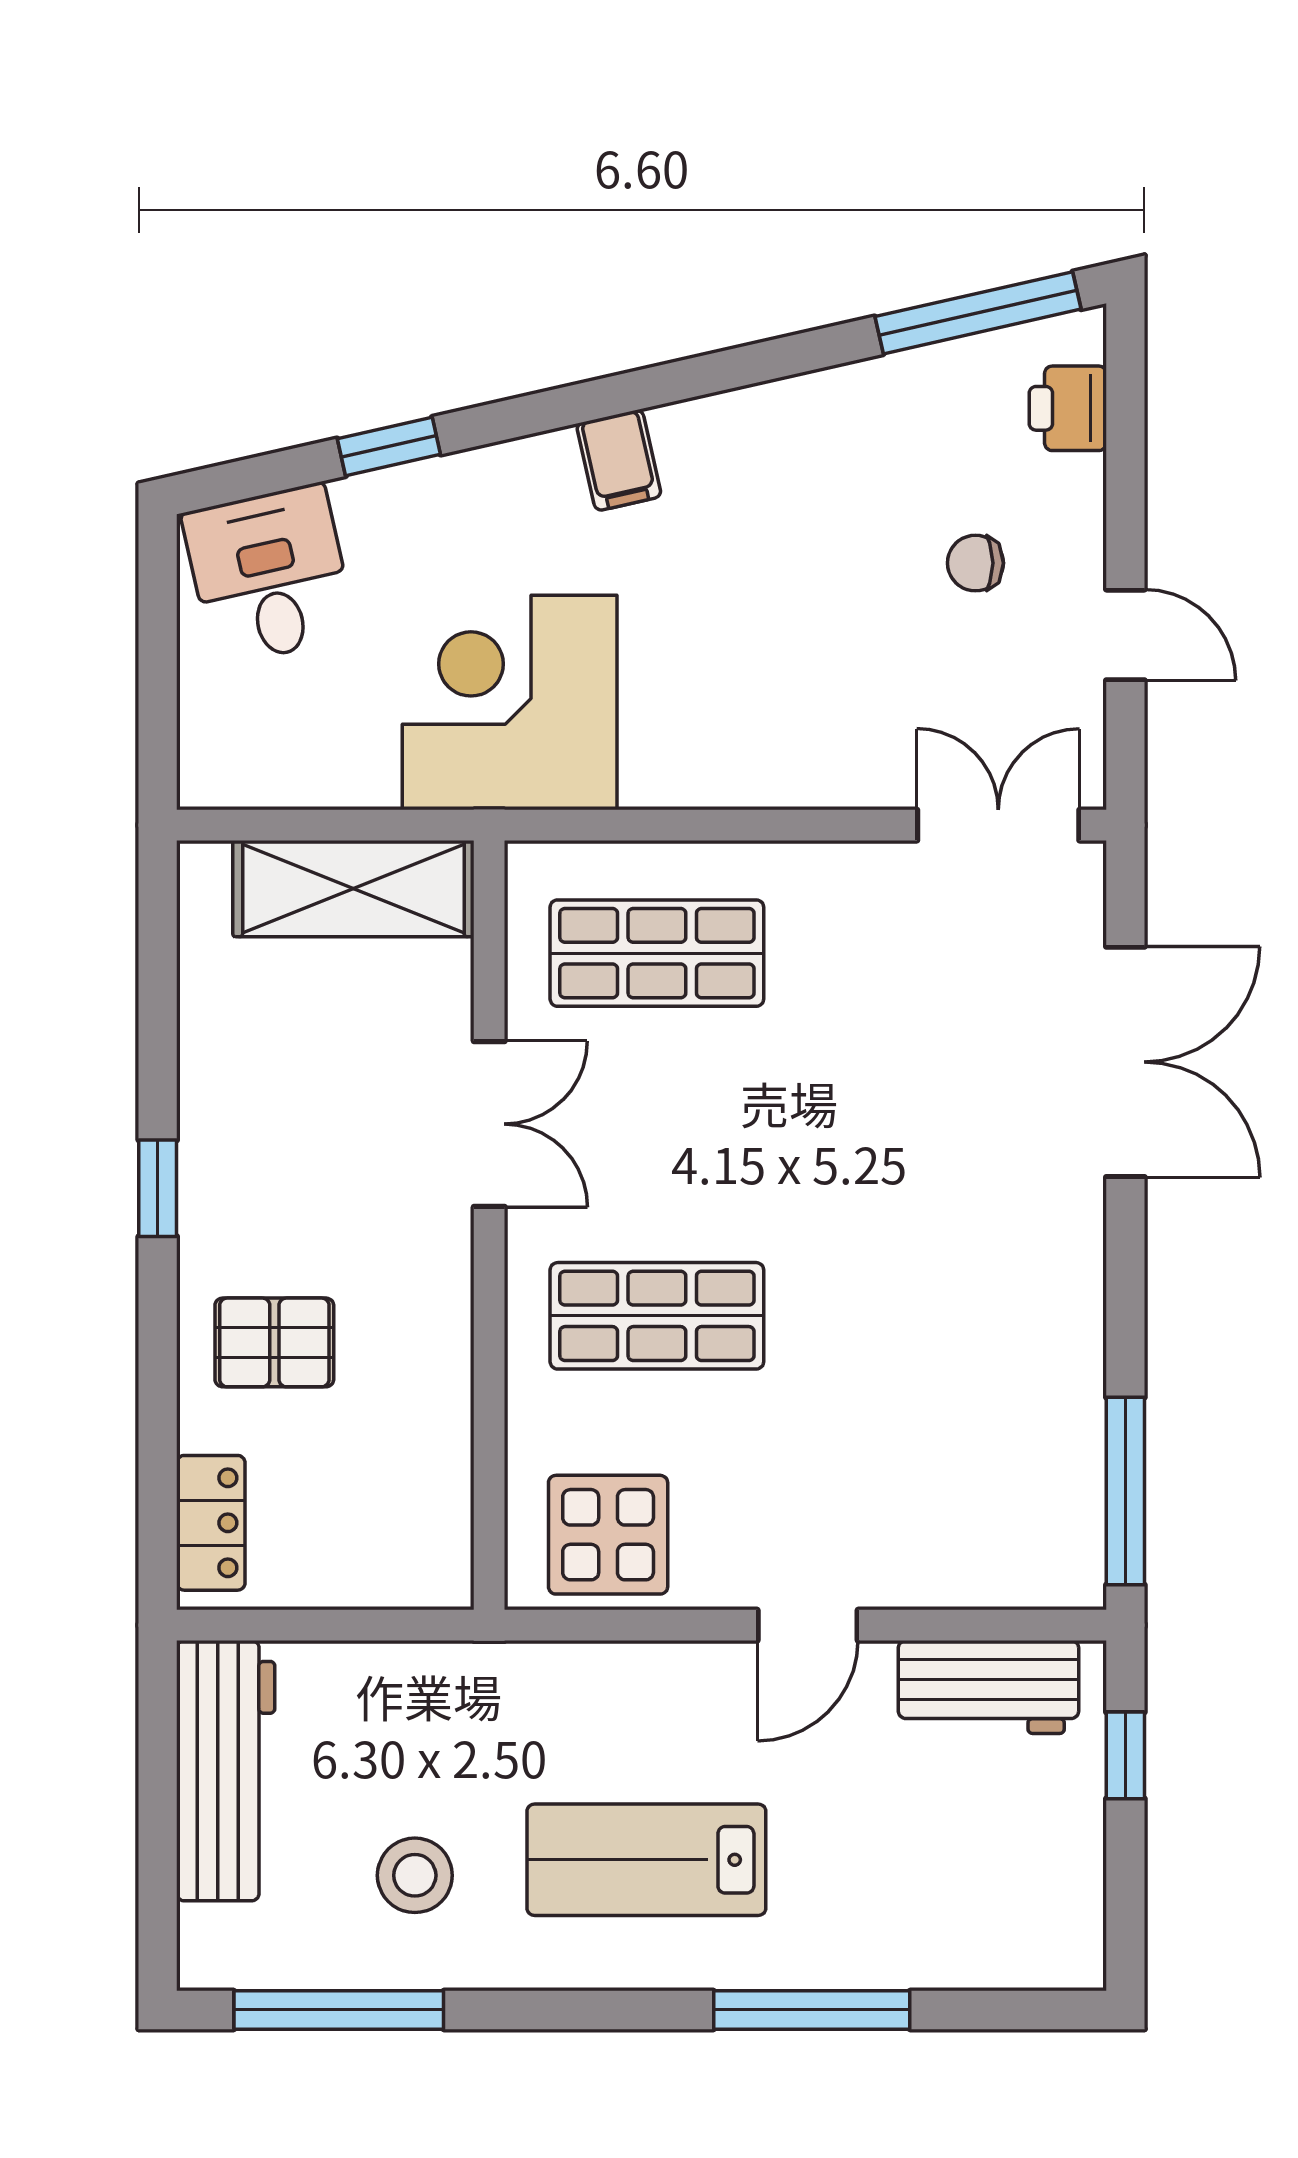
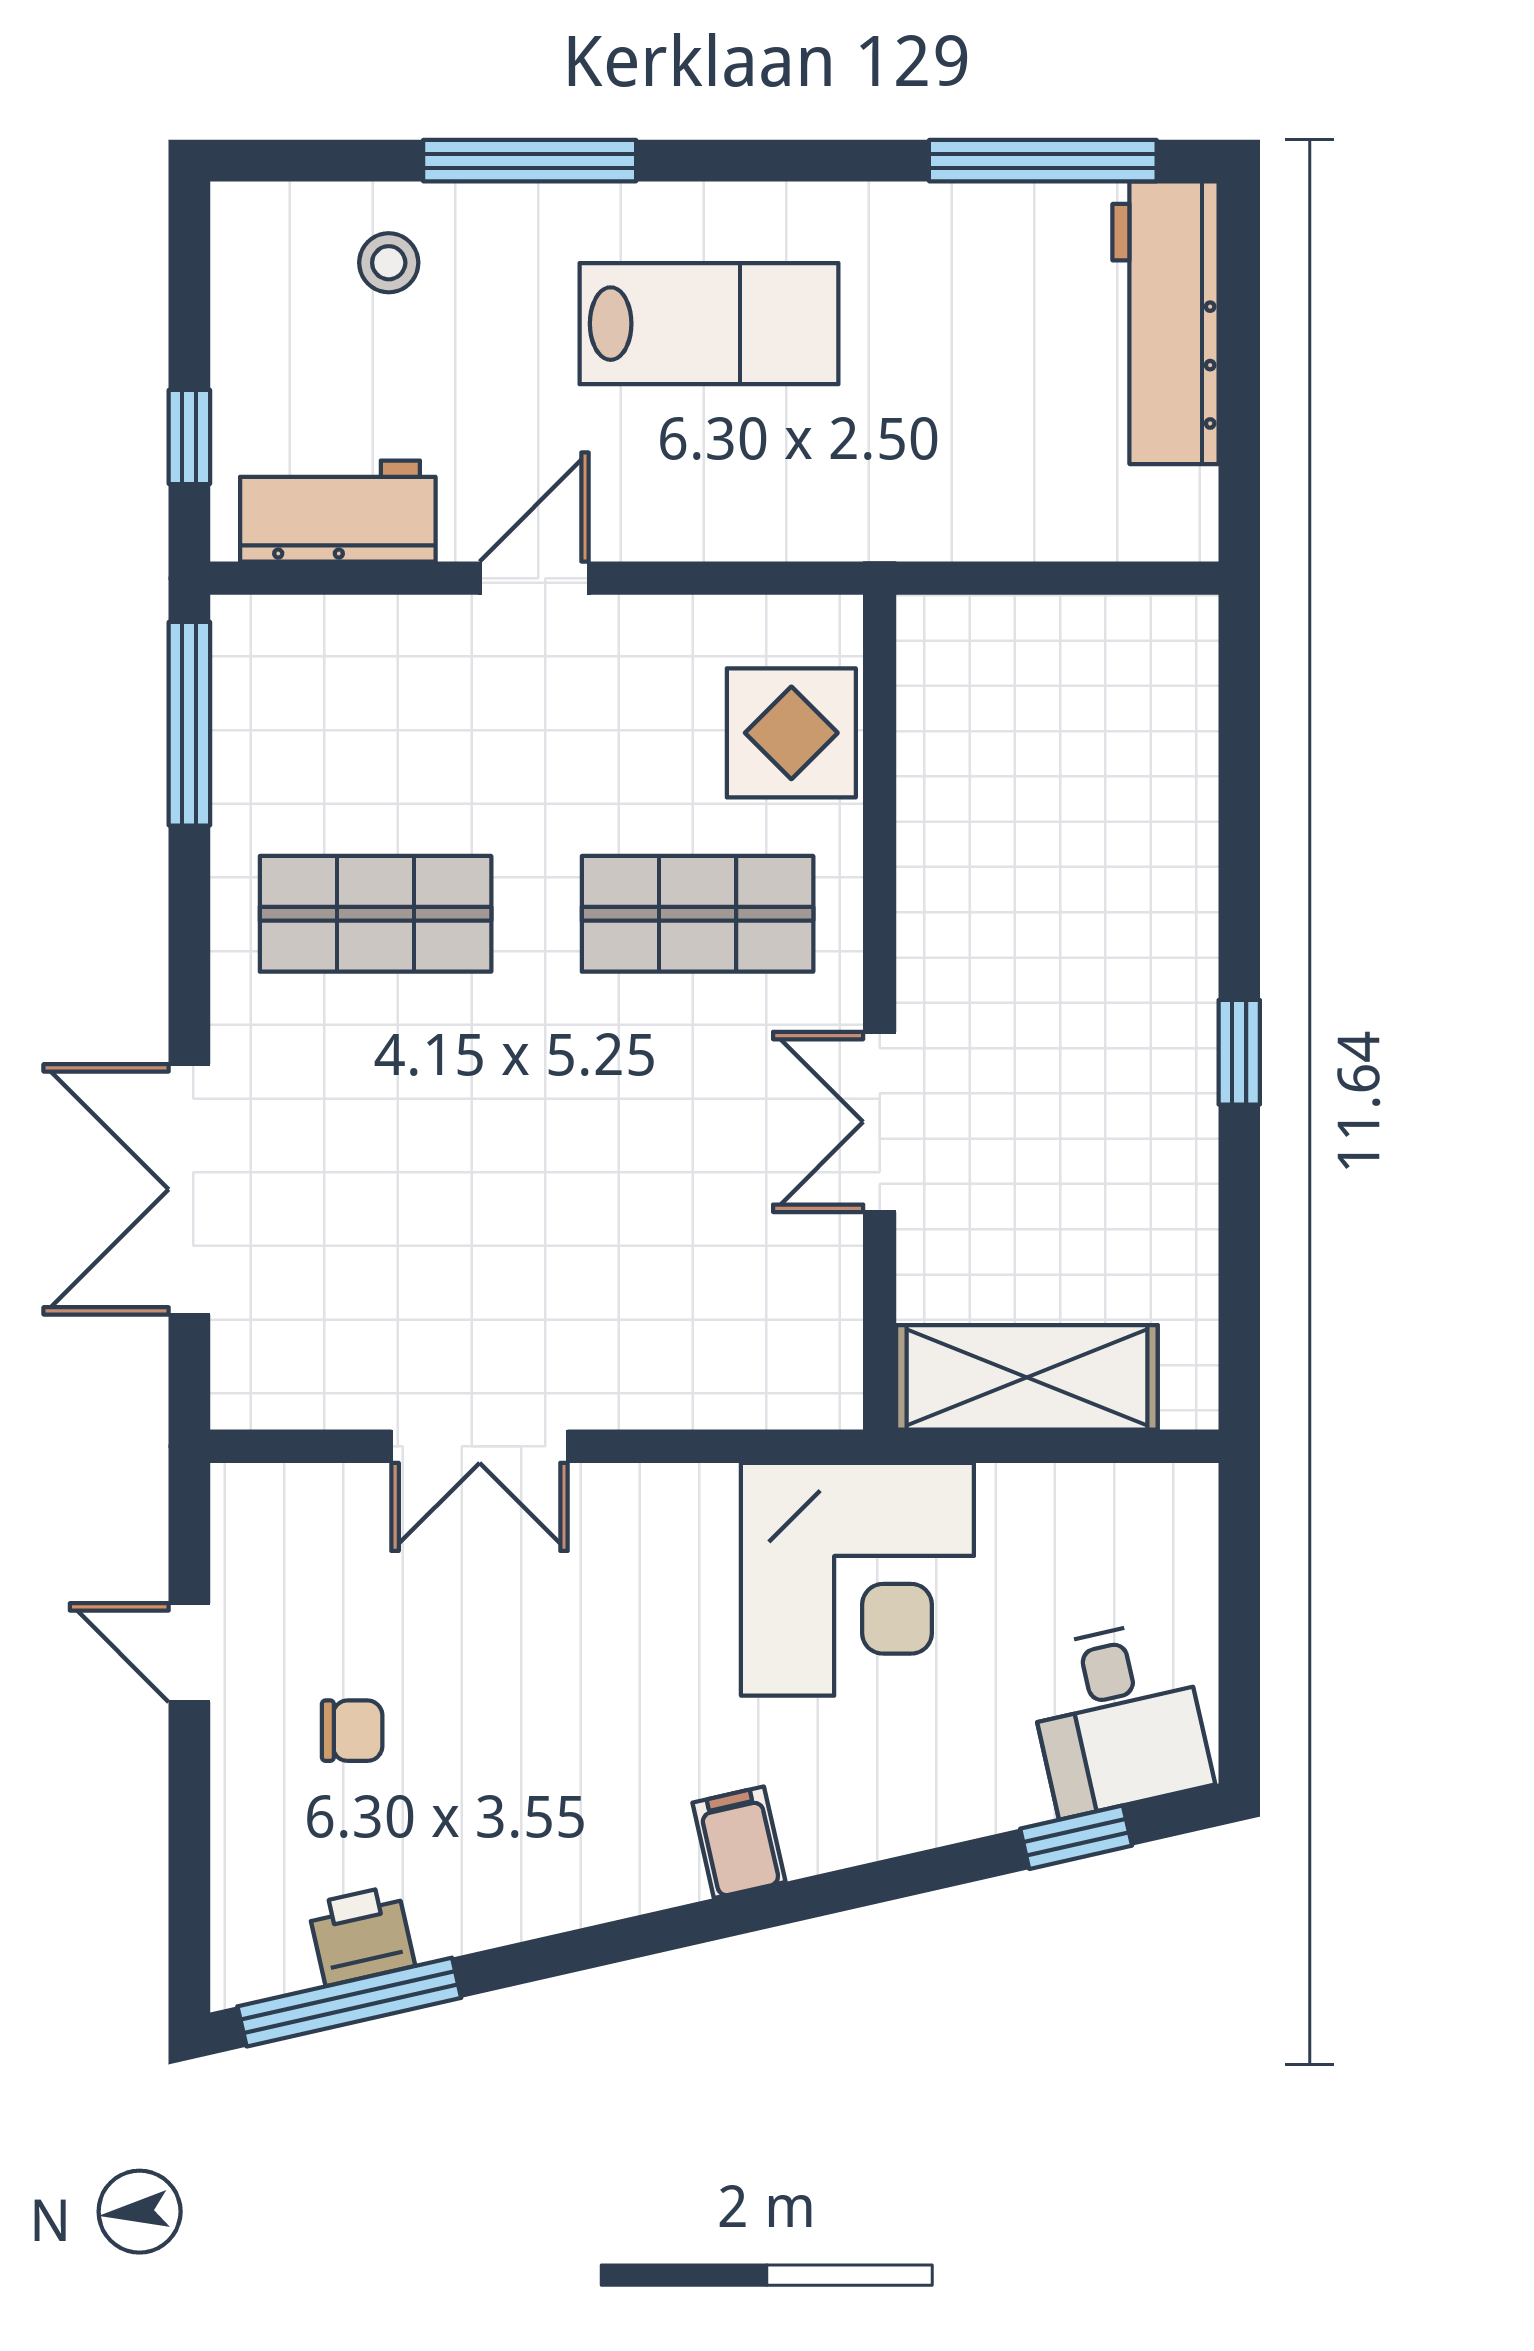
printer: (1068, 408) -> (361, 1935), moved, turned -103
window: (389, 446) -> (1076, 1837), moved
double door: (998, 825) -> (480, 1446), moved
shop shelf: (657, 953) -> (376, 914), moved
pallet: (274, 1342) -> (1113, 885), removed
locker: (211, 1523) -> (1182, 689), removed
display table: (608, 1535) -> (791, 733), moved
workbench: (226, 1771) -> (1166, 323), moved
stool: (415, 1875) -> (389, 263), moved, width x0.73, depth x0.73

